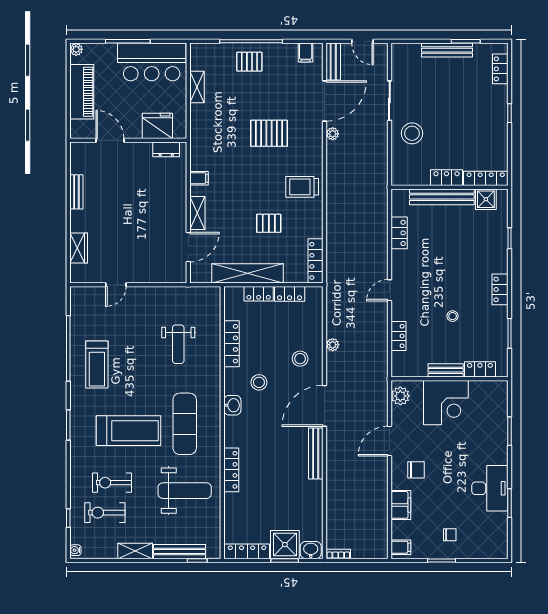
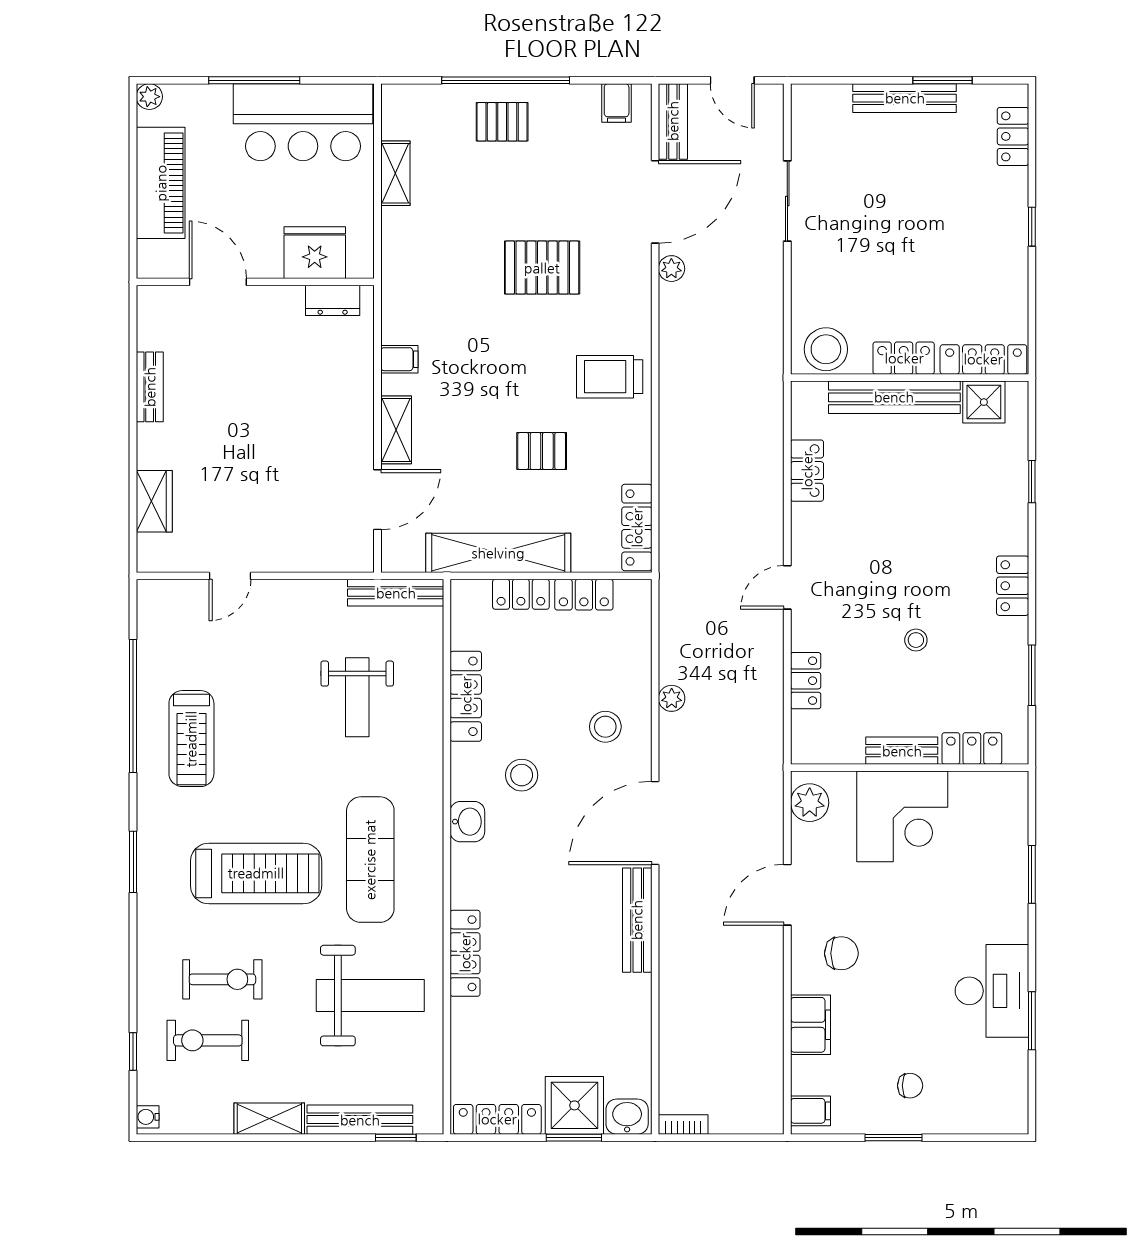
stool: (412, 133) -> (826, 349), moved
bench: (197, 293) -> (396, 593), added
exercise bike: (112, 483) -> (222, 979), turned 180

